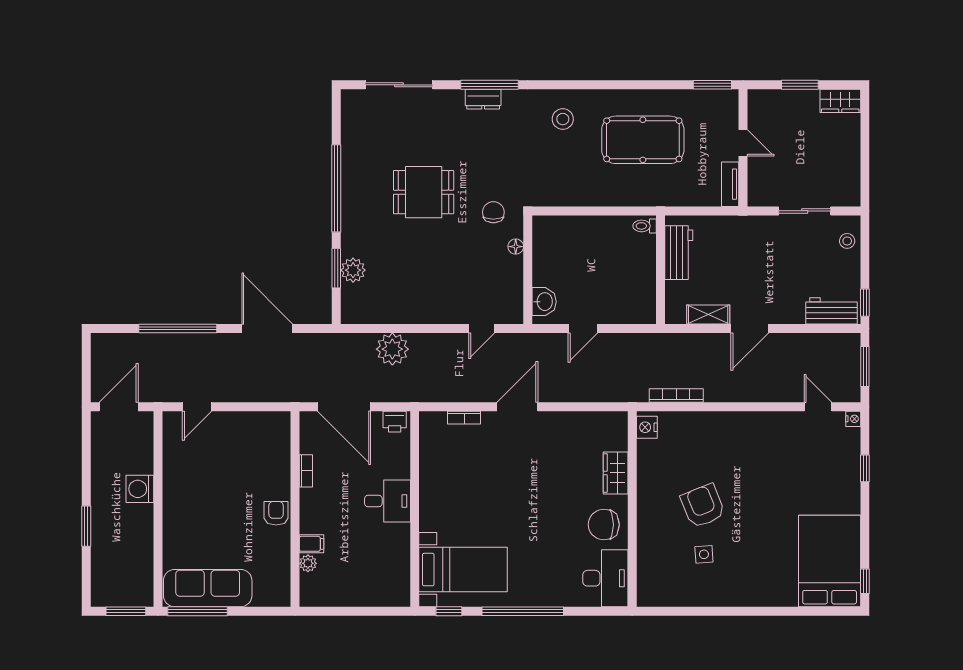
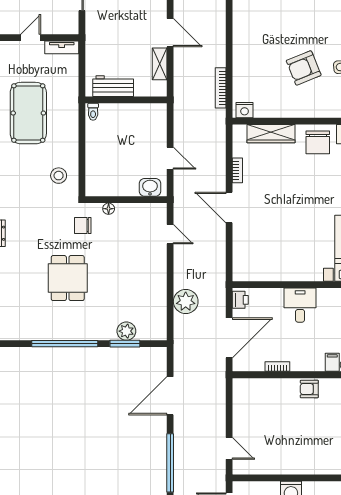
stool: (563, 119) -> (59, 176), moved
bookcase: (464, 418) -> (237, 170), moved
wardrobe: (616, 473) -> (271, 134), width x1.50

